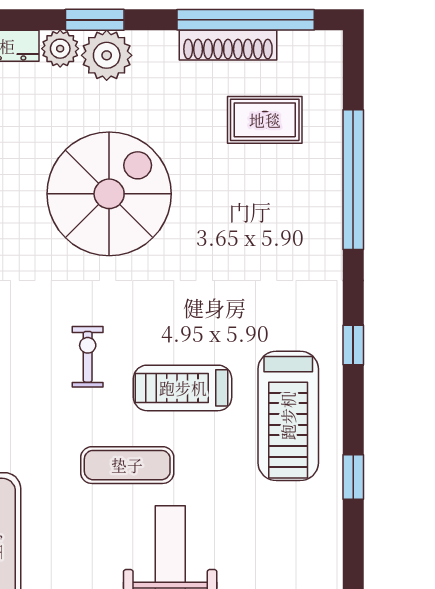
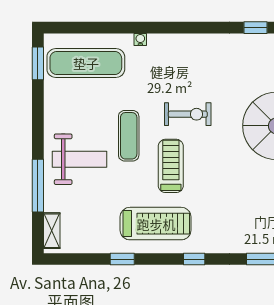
exercise bike: (88, 357) -> (188, 114), width x1.38, depth x1.39
treadmill: (288, 416) -> (156, 224), turned 180

